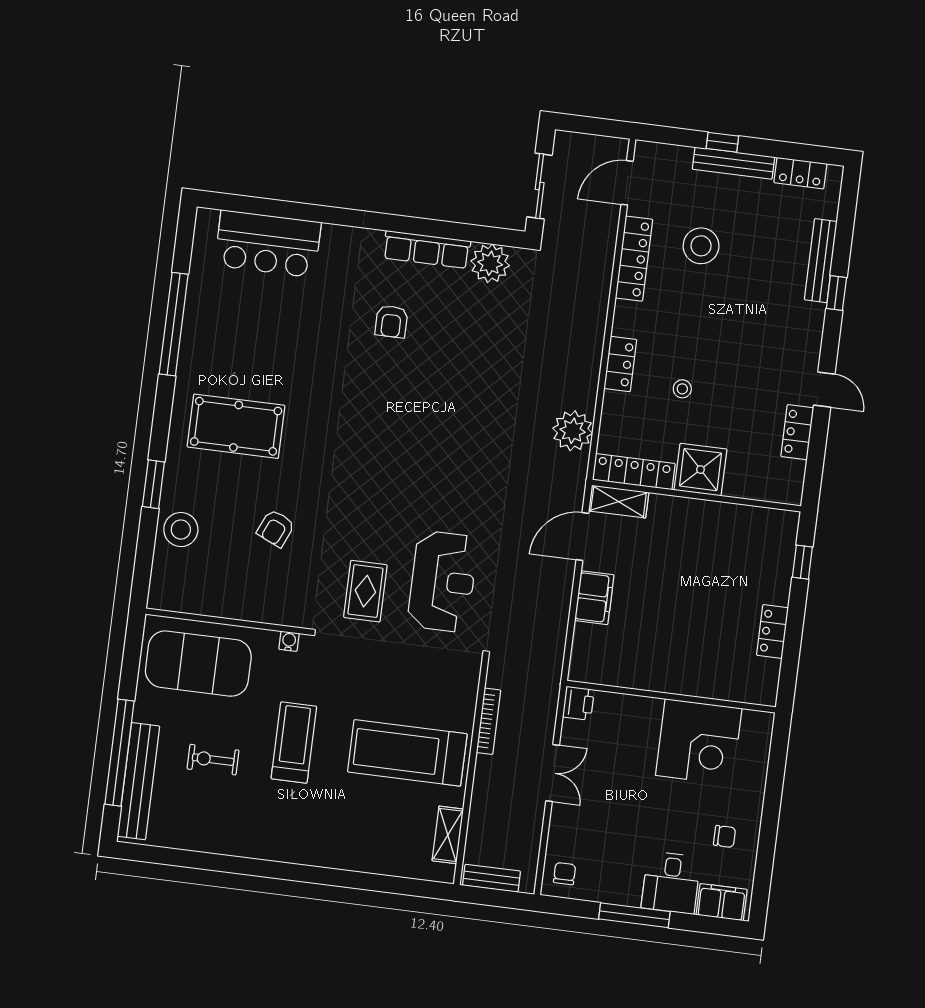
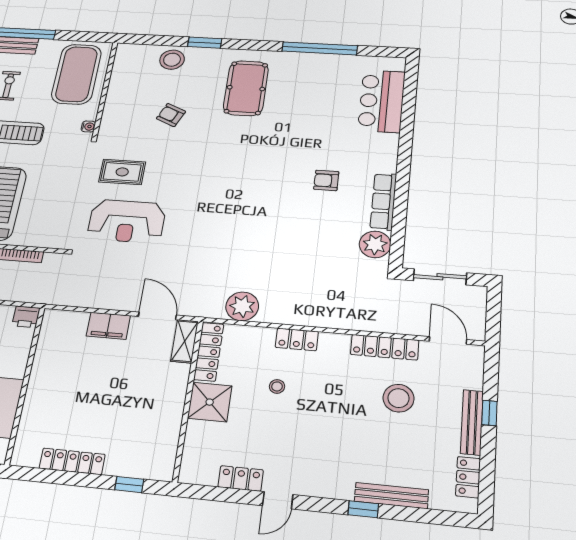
locker: (772, 631) -> (72, 461), width x1.53

